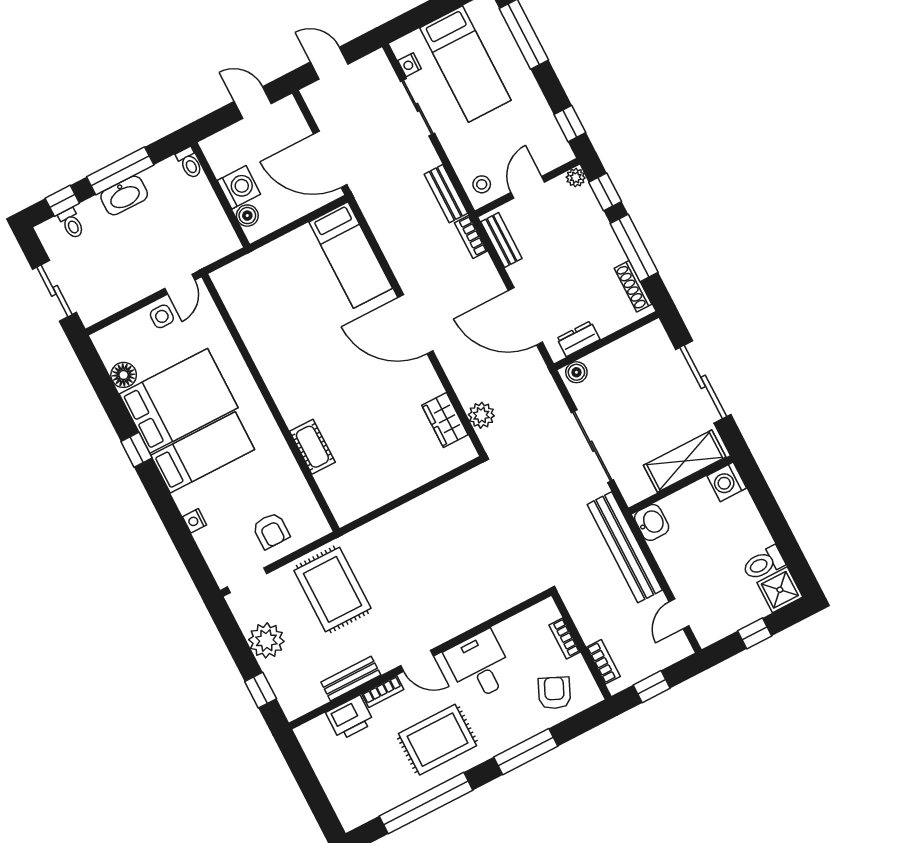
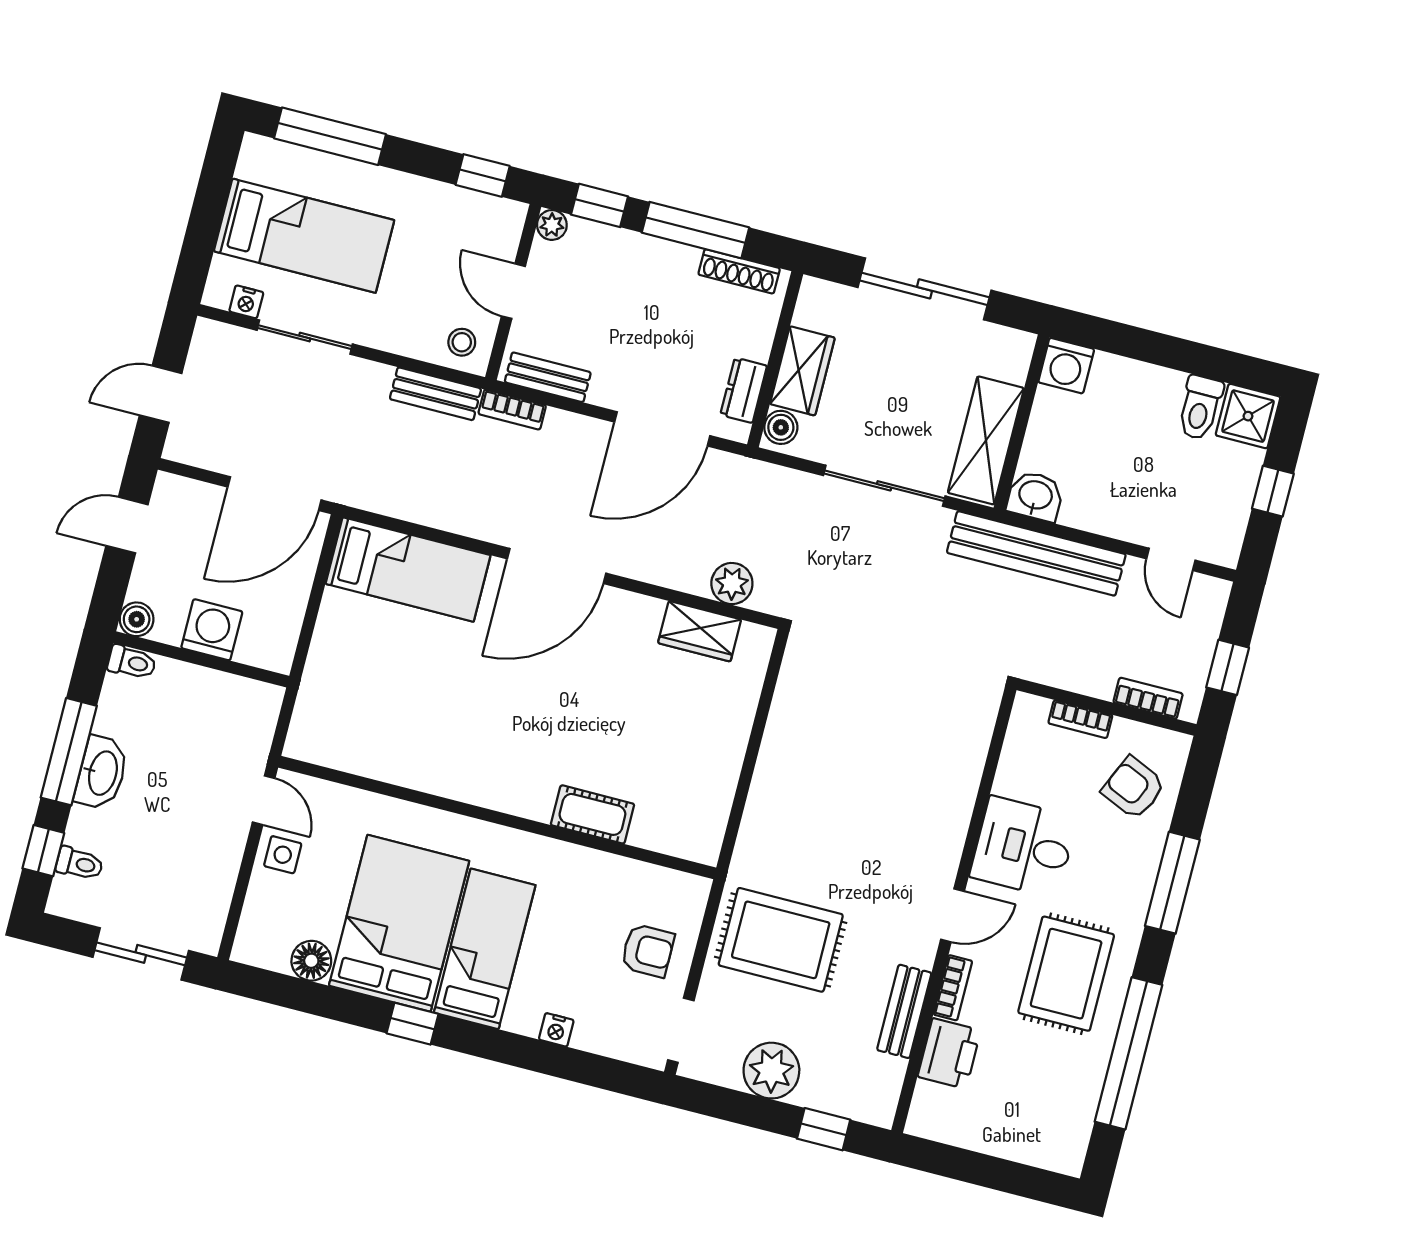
boiler: (247, 216) -> (137, 619), moved
wardrobe: (612, 359) -> (802, 371), added
shelving: (685, 461) -> (986, 440), moved

